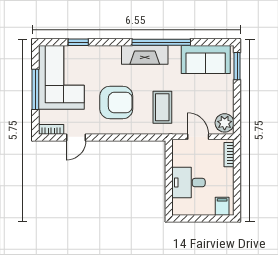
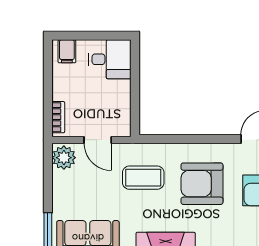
coffee table: (162, 107) -> (143, 178), turned 90
desk: (188, 183) -> (110, 59), moved

